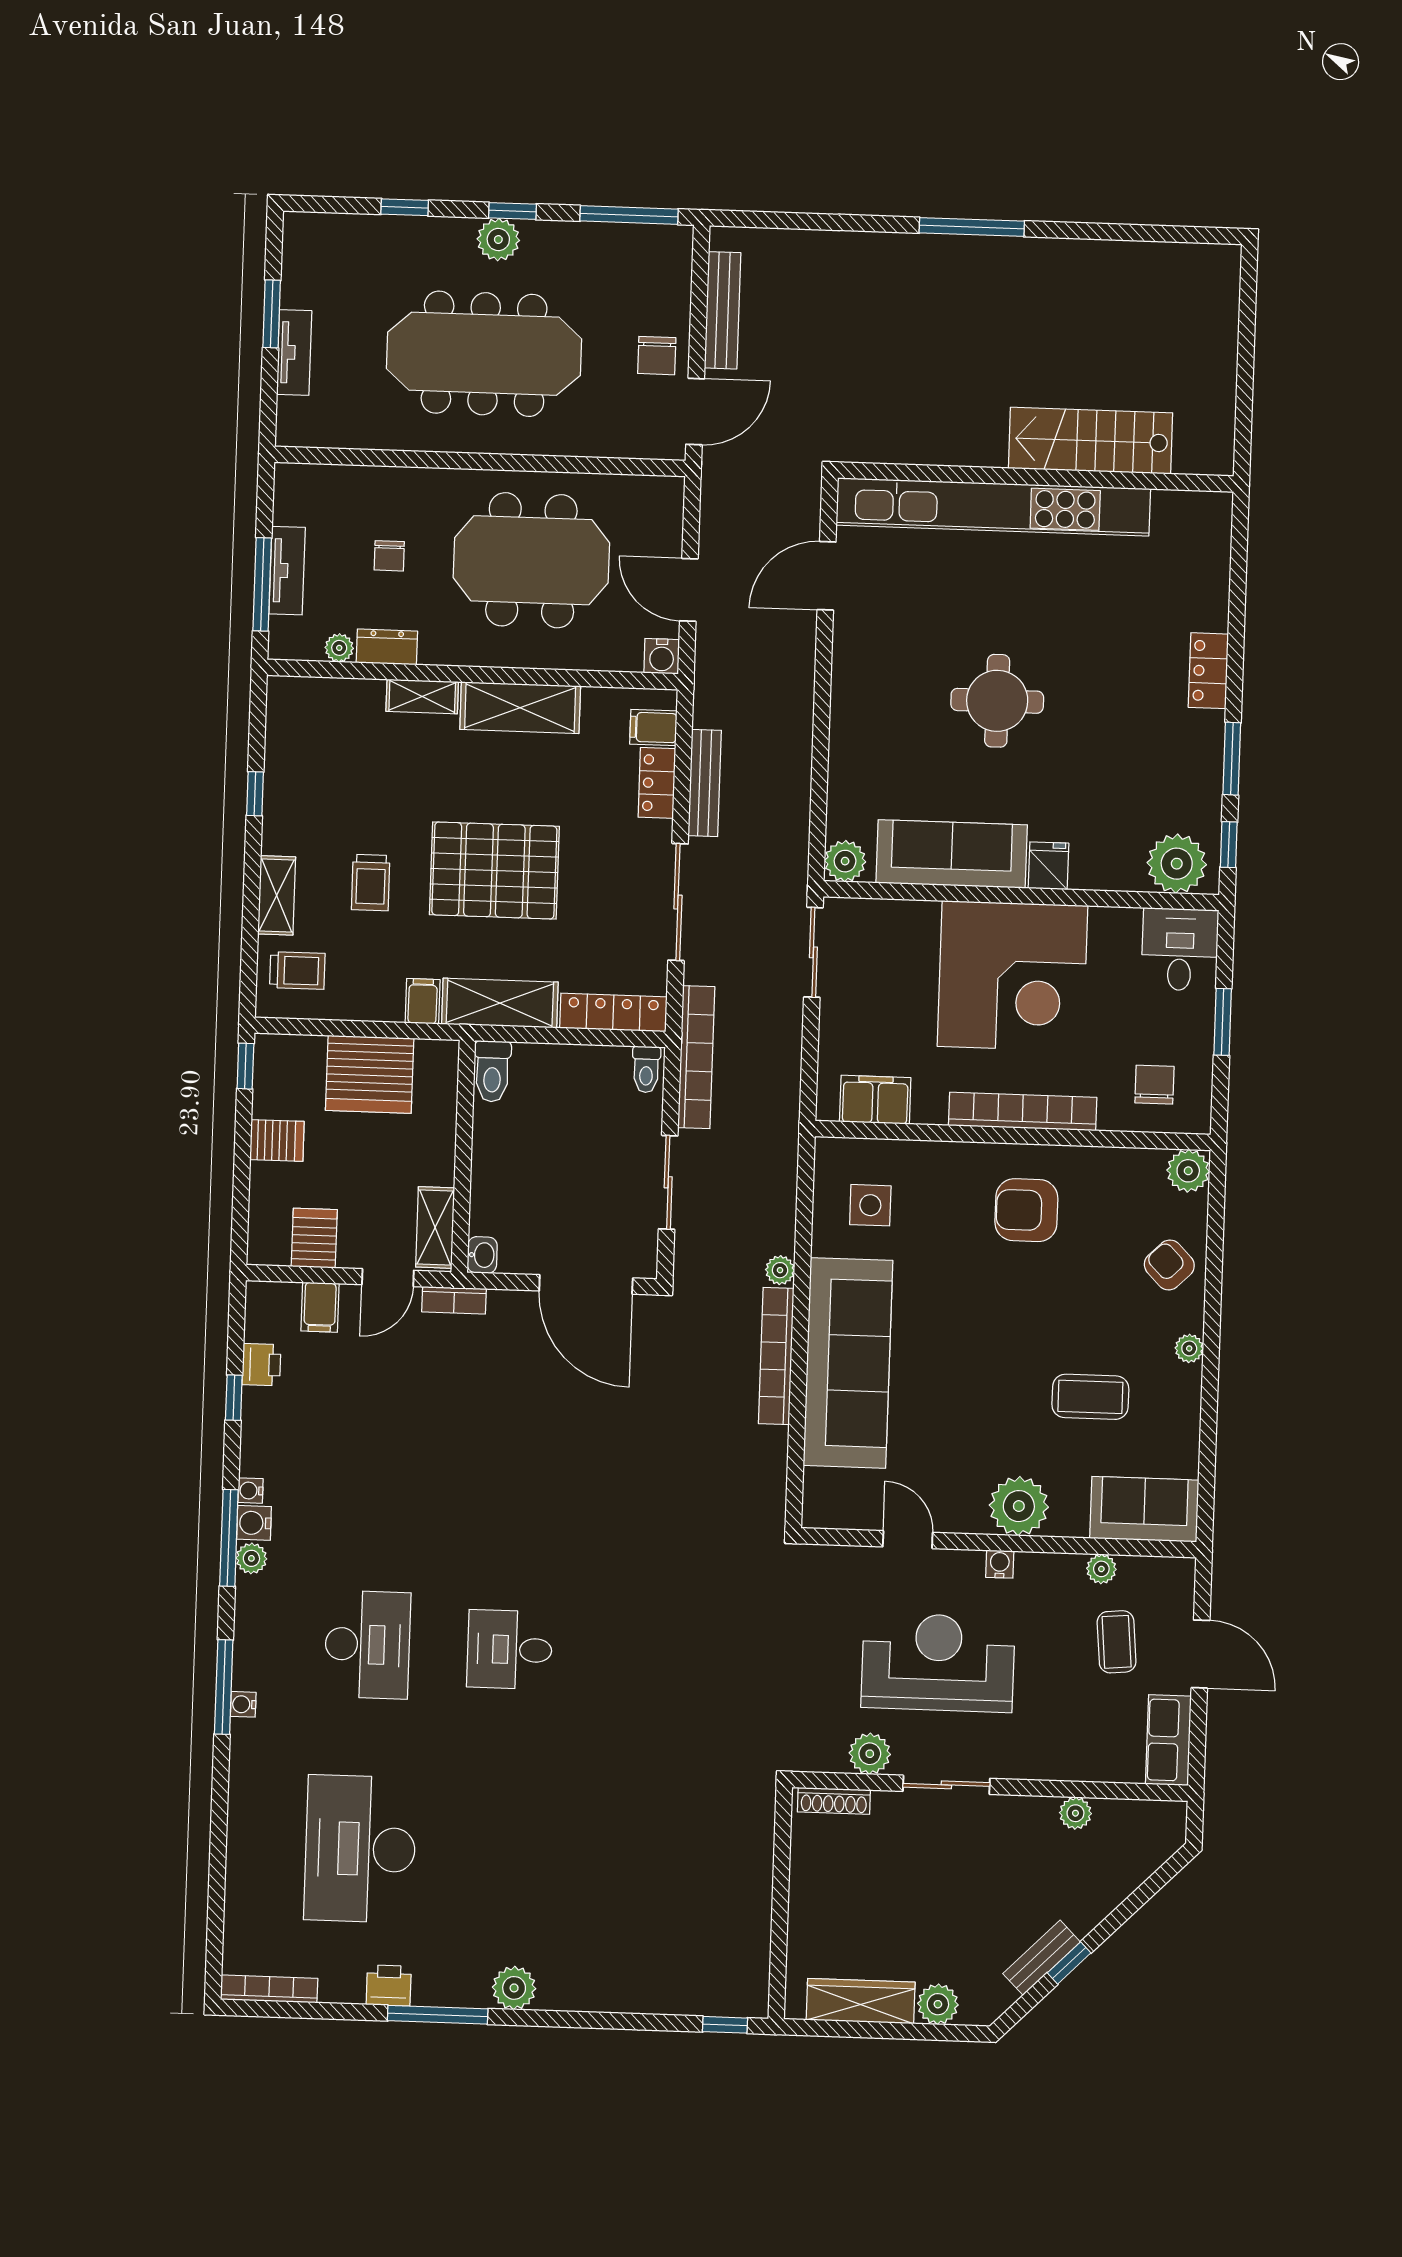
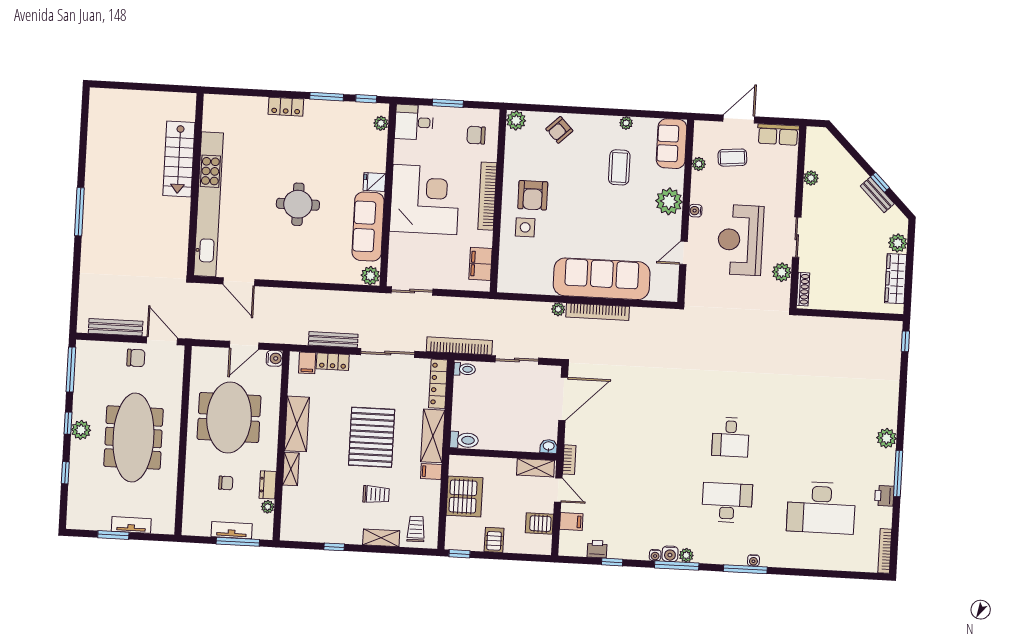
plant: (1177, 864) -> (381, 123), width x0.53, depth x0.53
side table: (870, 1205) -> (525, 227), moved
plant: (1189, 1348) -> (626, 123), moved

